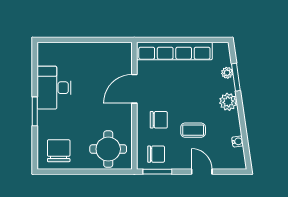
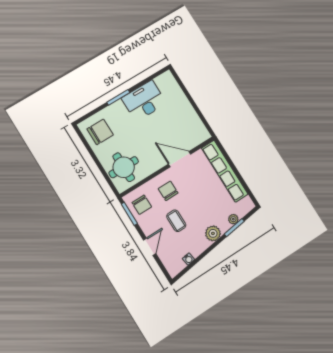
chair: (159, 120) -> (168, 191), turned 180

